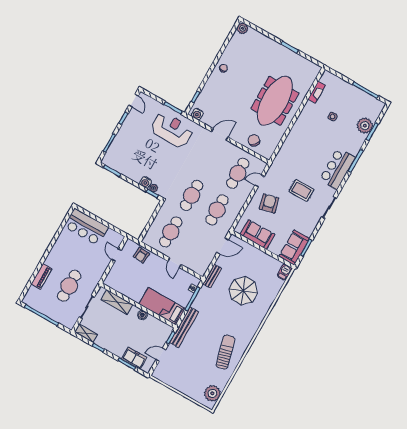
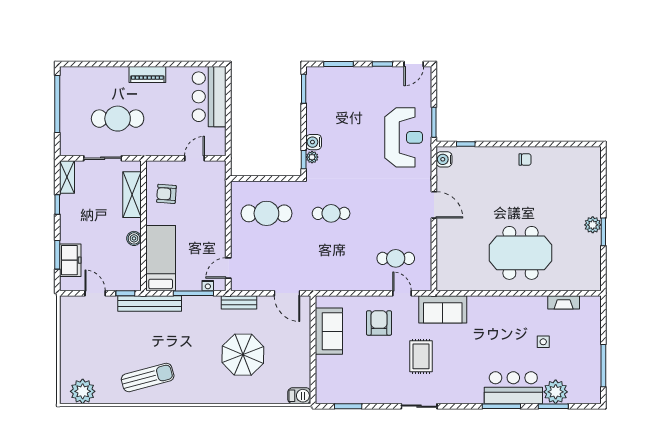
plant: (243, 28) -> (593, 225), moved
meeting table: (275, 101) -> (520, 253), width x0.73
chair: (254, 140) -> (452, 255), removed
bar counter: (337, 169) -> (513, 388), moved
cafe table: (238, 173) -> (396, 258), width x0.73, depth x0.74
cafe table: (192, 195) -> (331, 213), width x0.73, depth x0.74
armchair: (269, 203) -> (379, 323), turned -76
cafe table: (217, 210) -> (331, 258), removed
sofa: (294, 248) -> (443, 309), moved, turned 180
armchair: (141, 255) -> (166, 194), moved
door: (175, 263) -> (228, 268), moved
piano: (41, 276) -> (147, 75), moved

